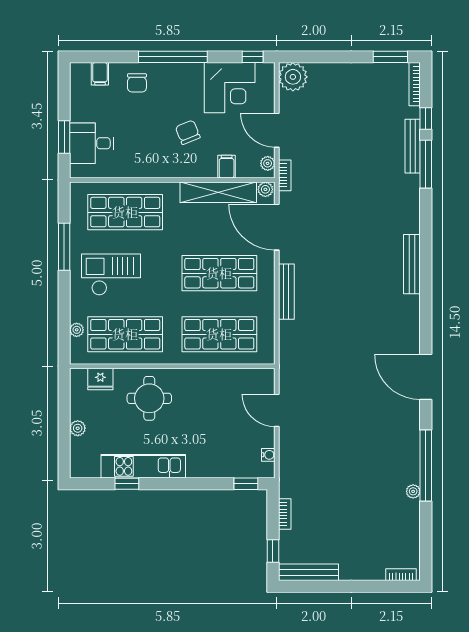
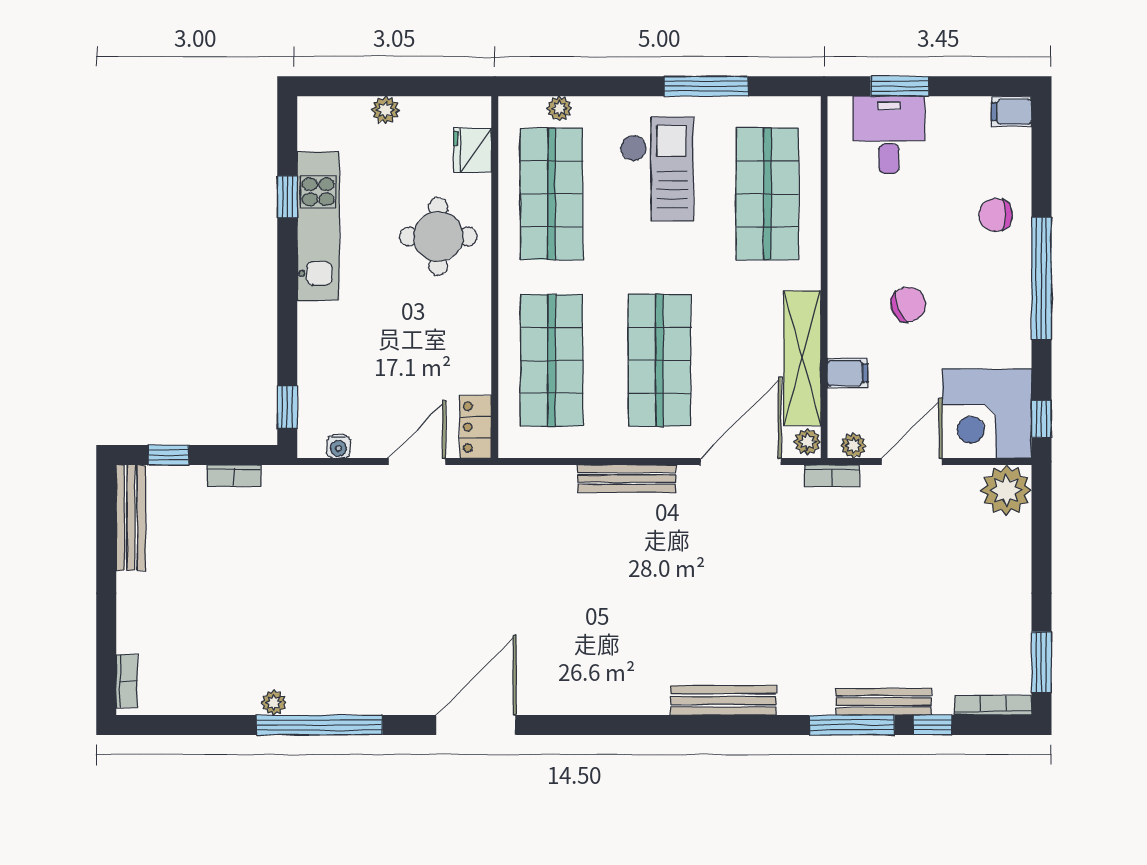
filing cabinet: (100, 74) -> (1012, 112), moved
corner desk: (230, 88) -> (987, 414), moved
bench: (412, 264) -> (724, 700), moved
locker: (257, 377) -> (476, 427), added

